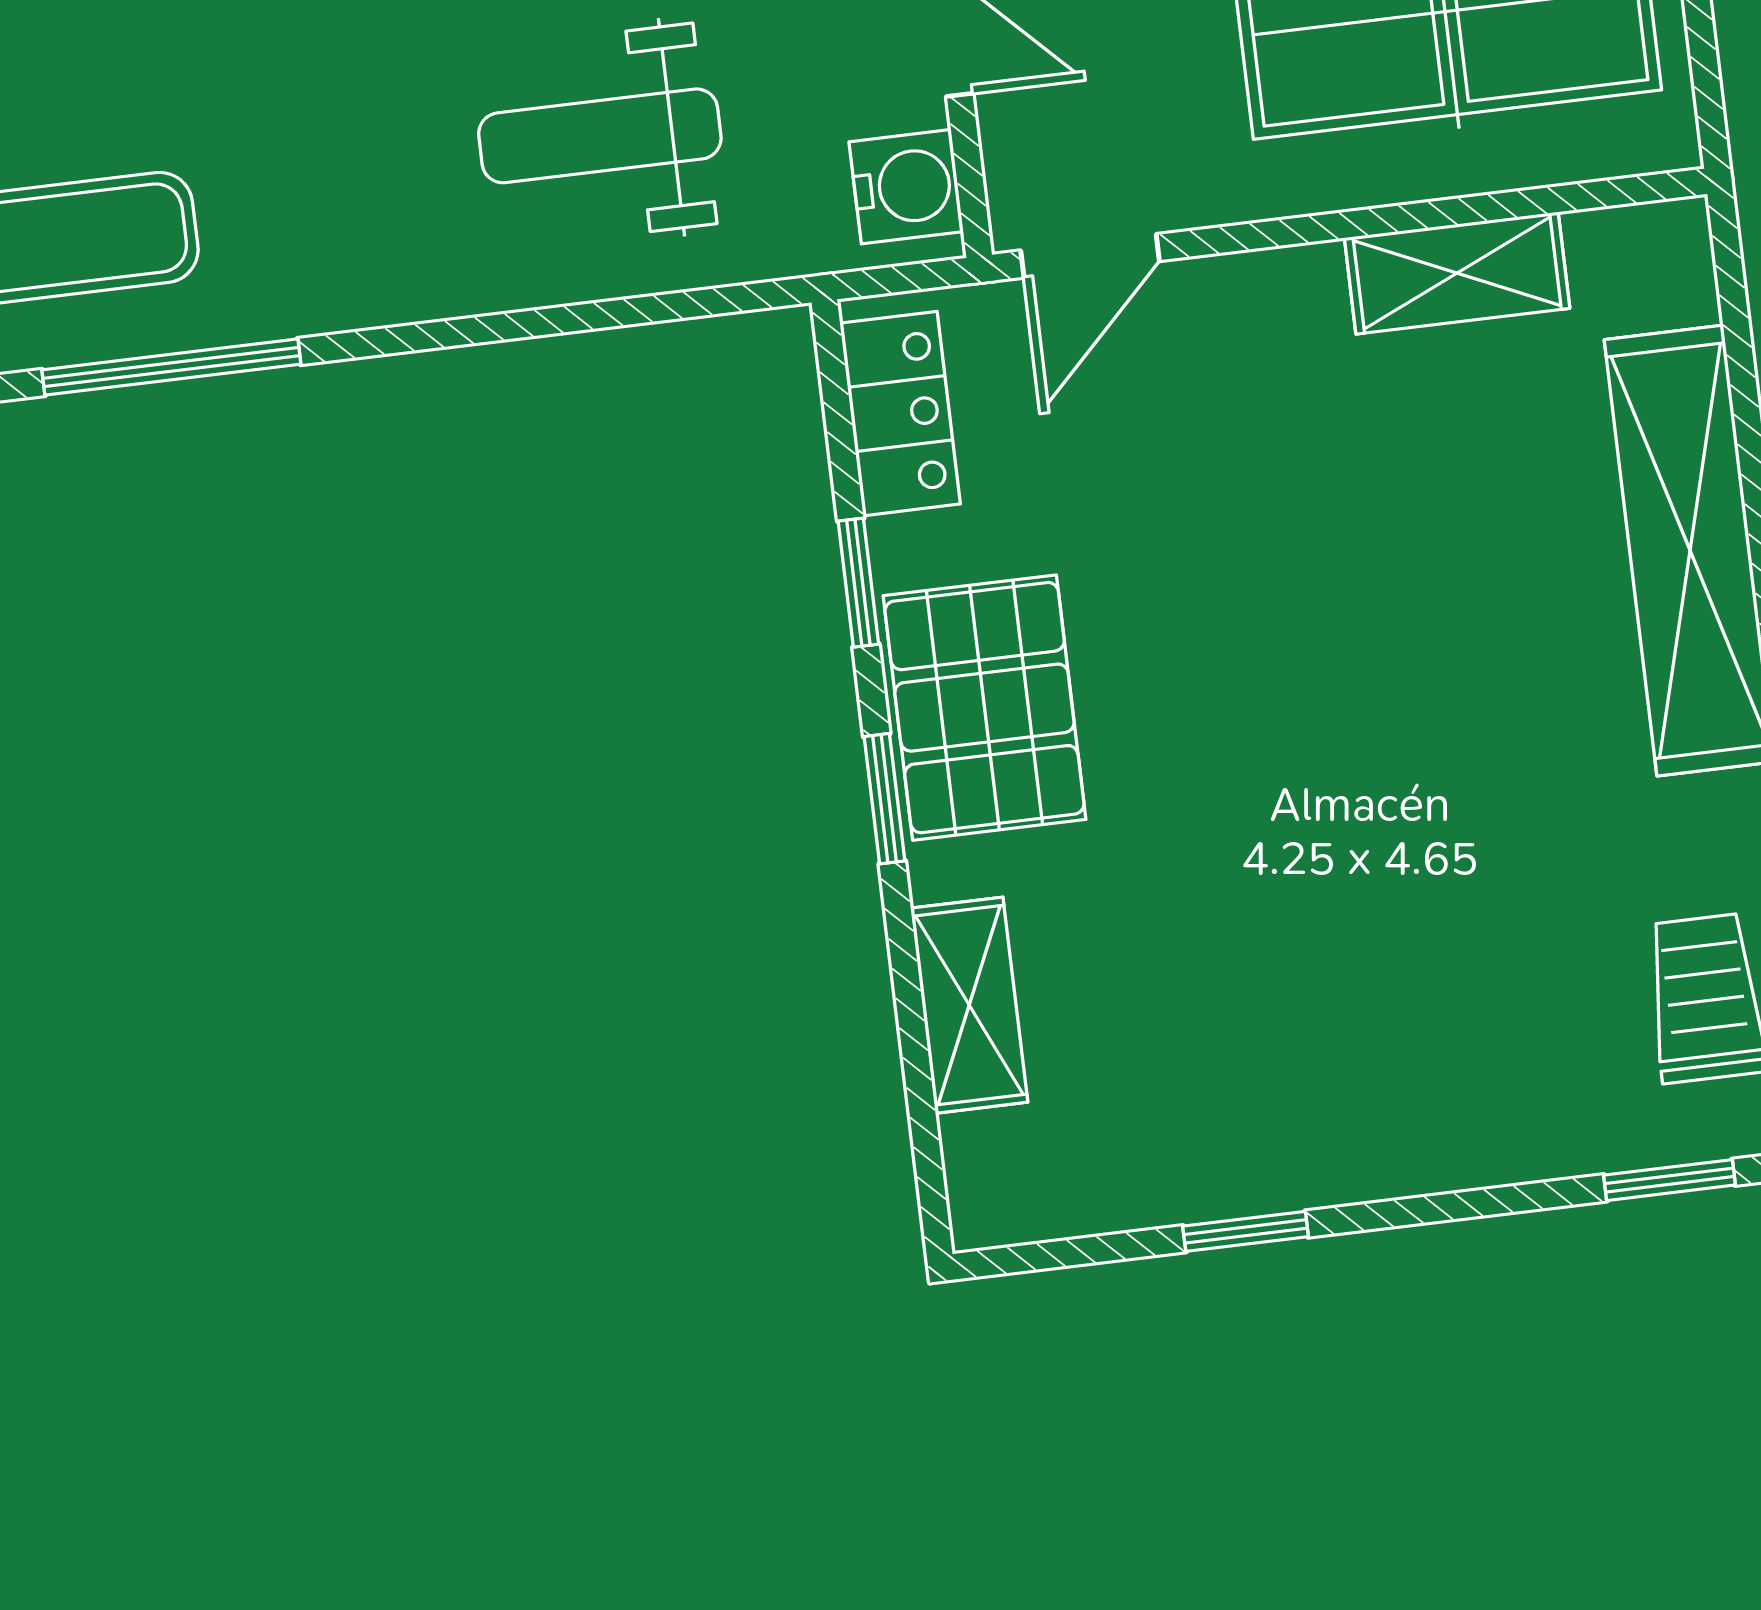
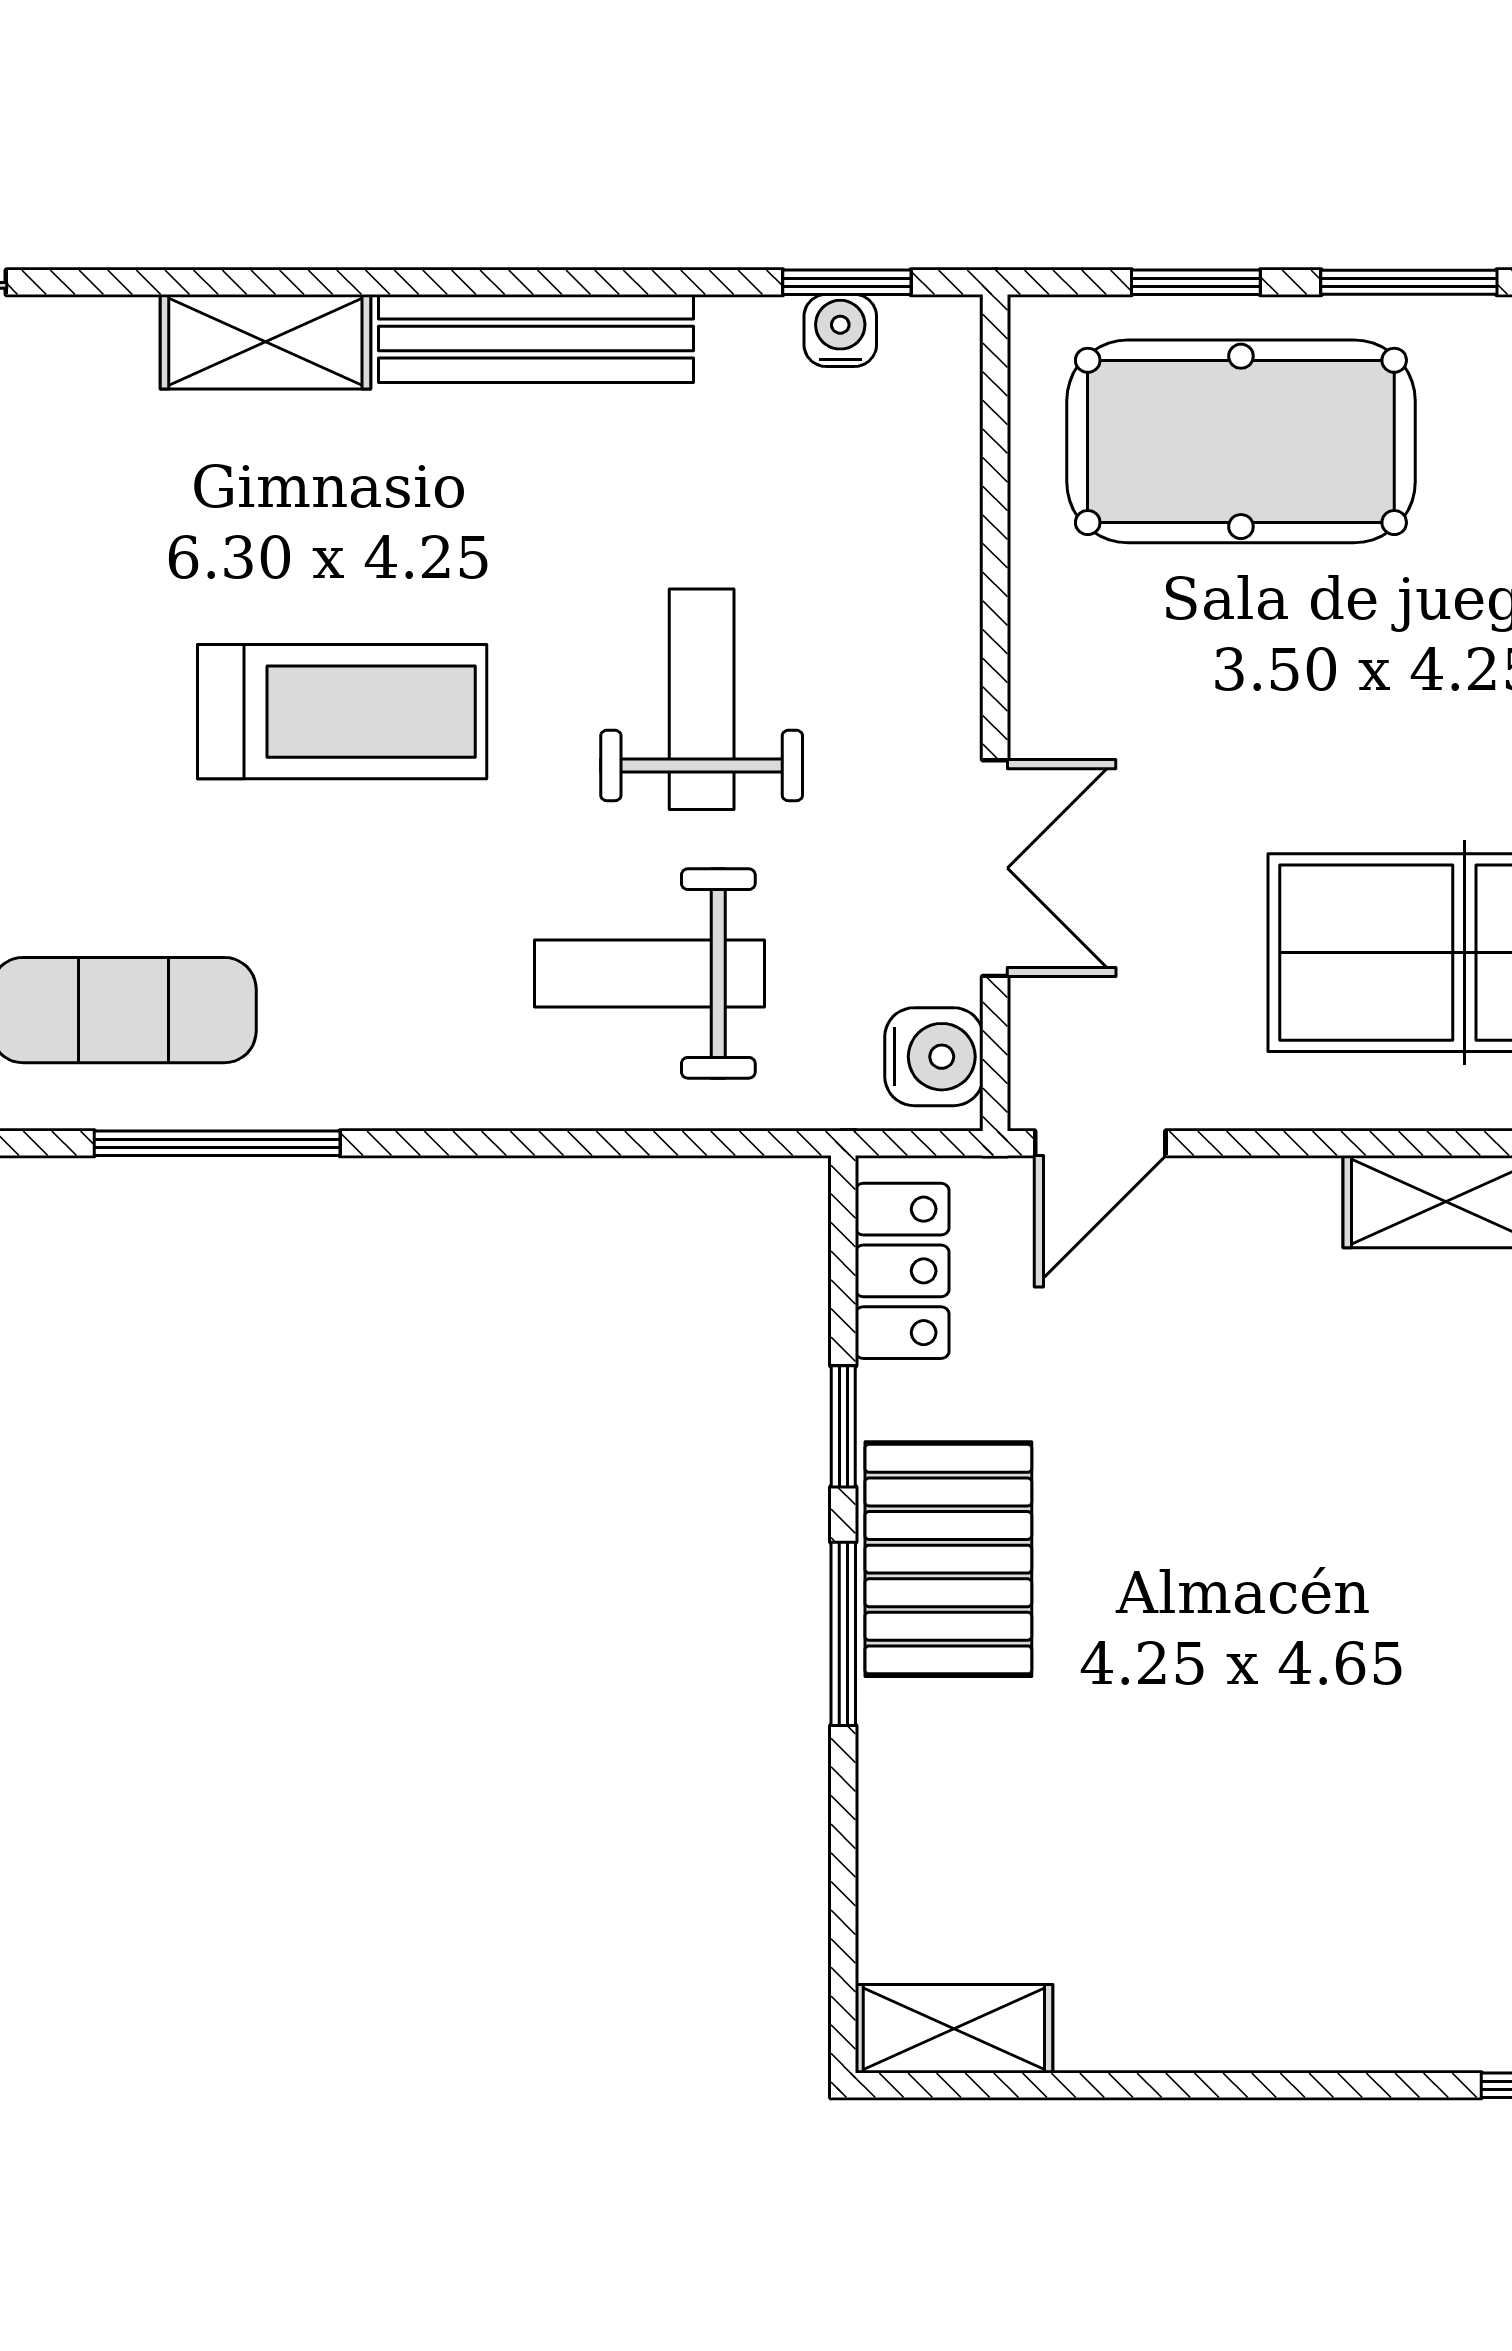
window: (885, 799) -> (843, 1634), width x1.50
shelving: (969, 1005) -> (954, 2029), moved, turned 90
window: (1246, 1231) -> (1136, 2085), removed

